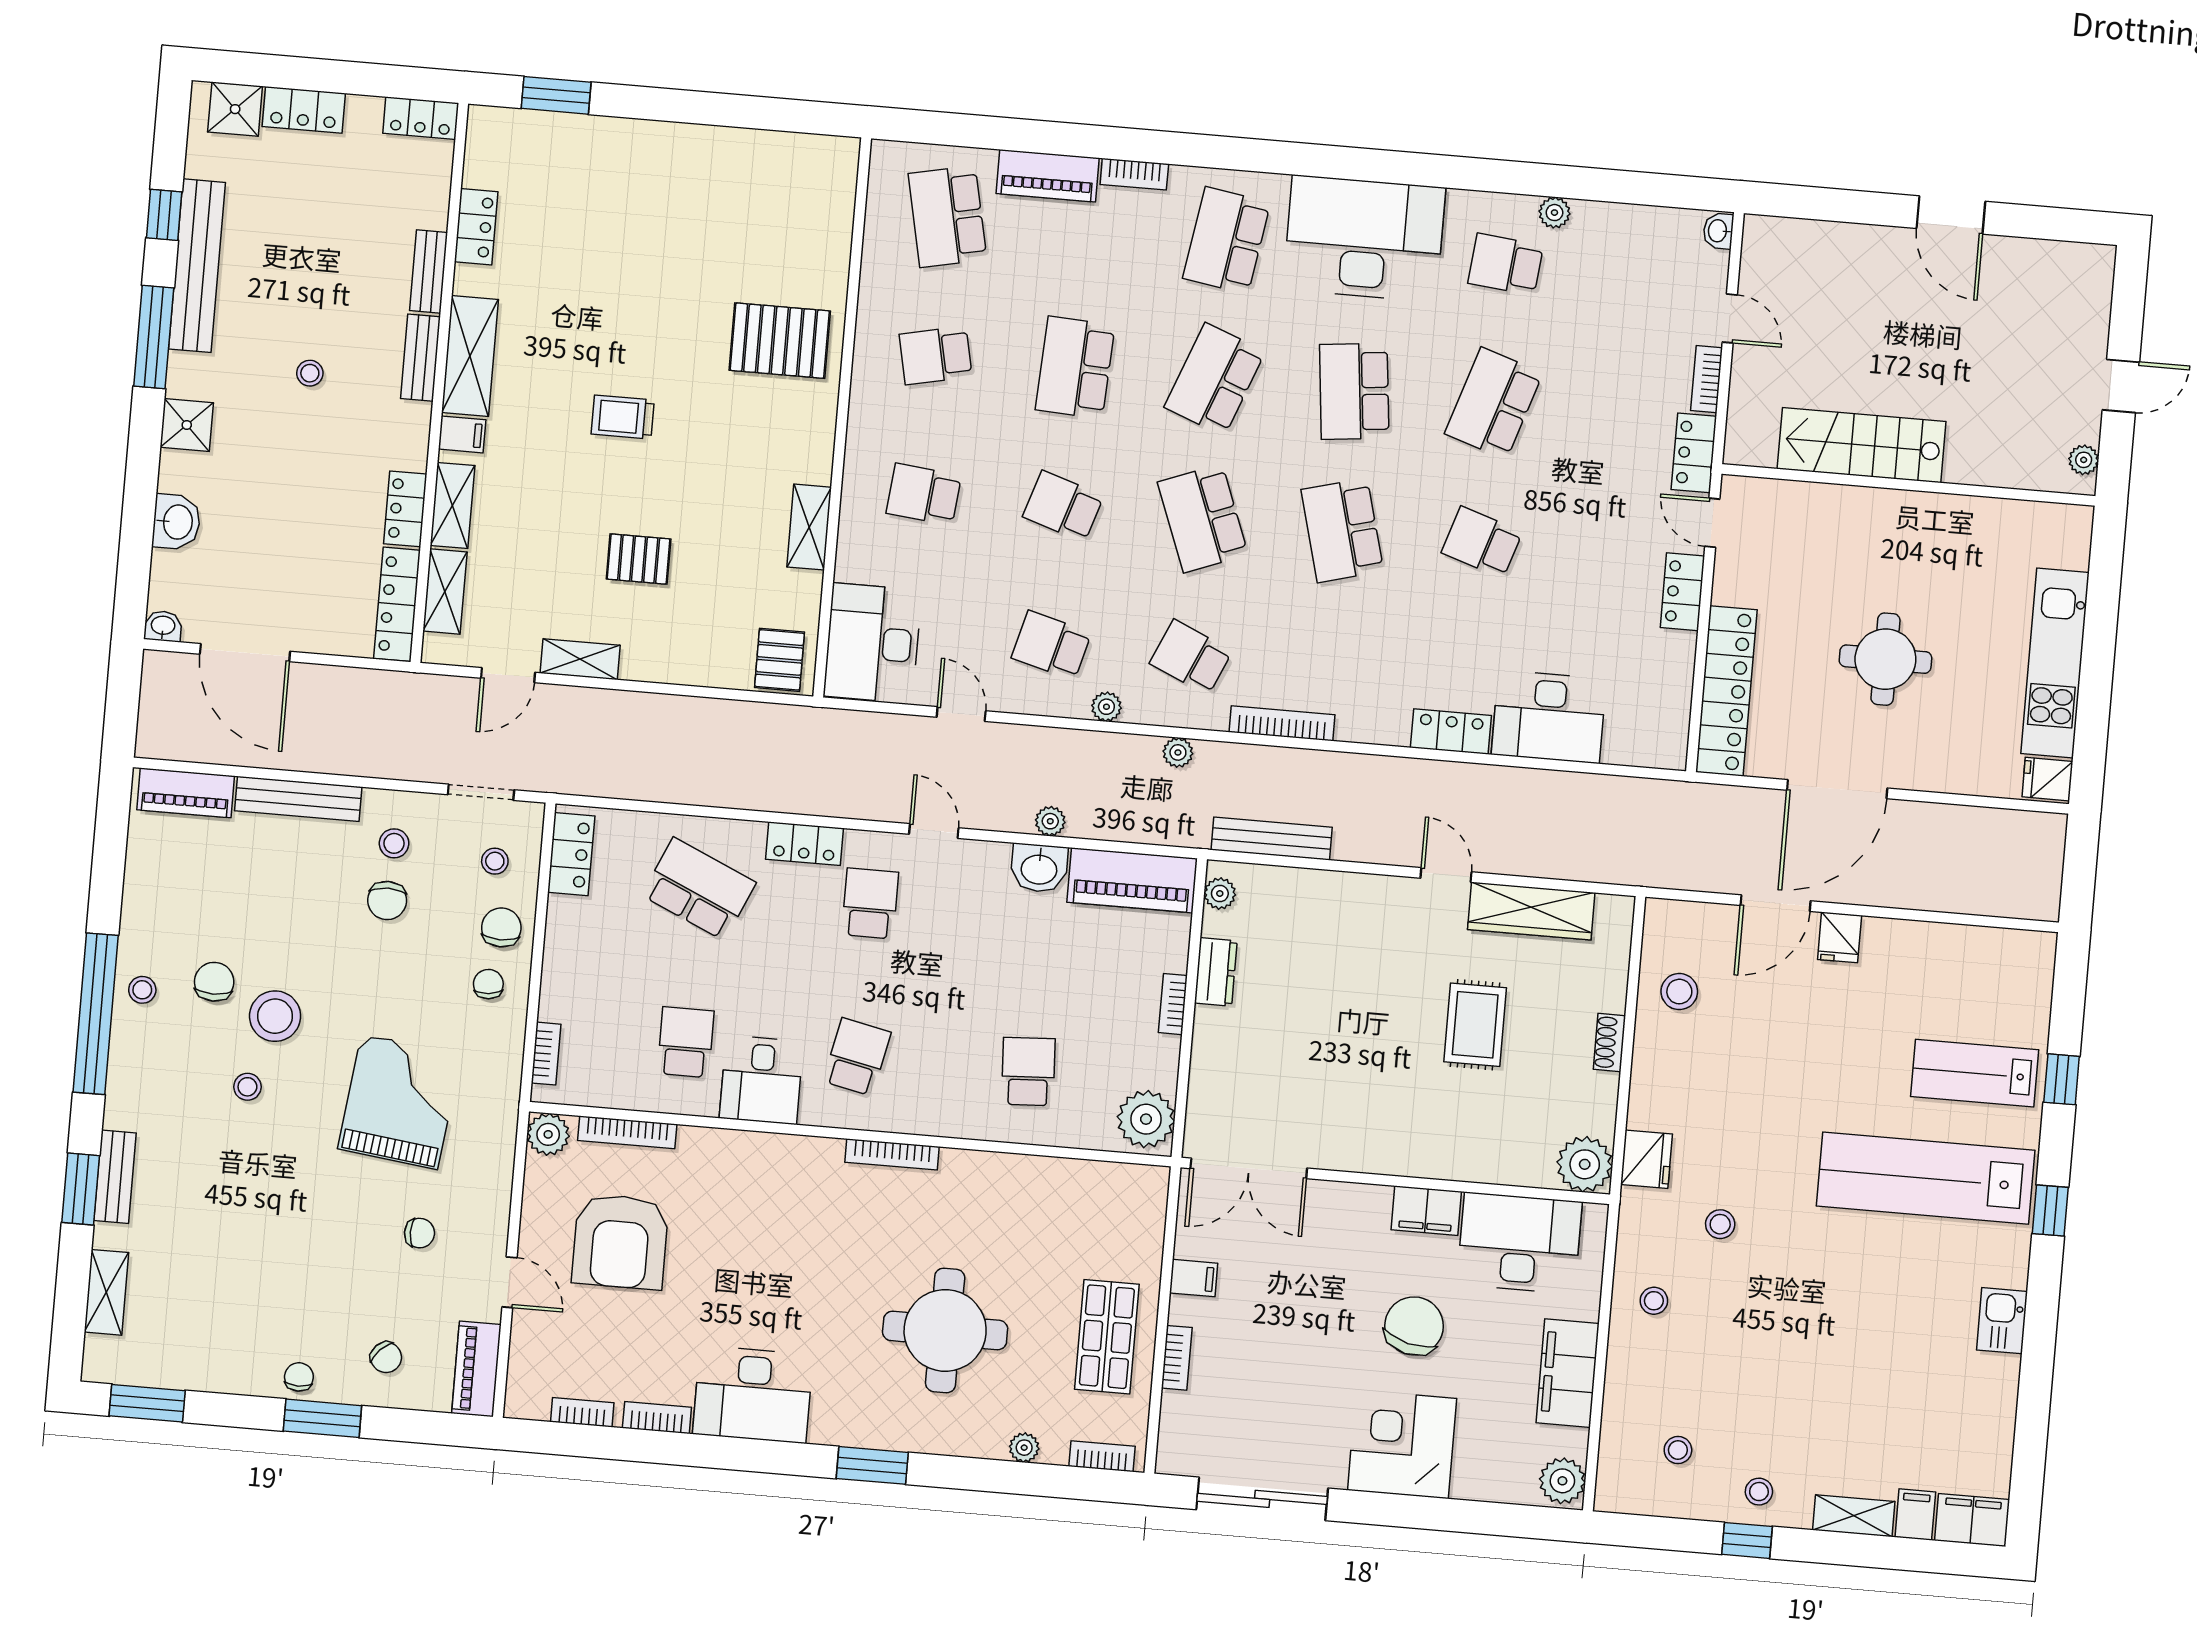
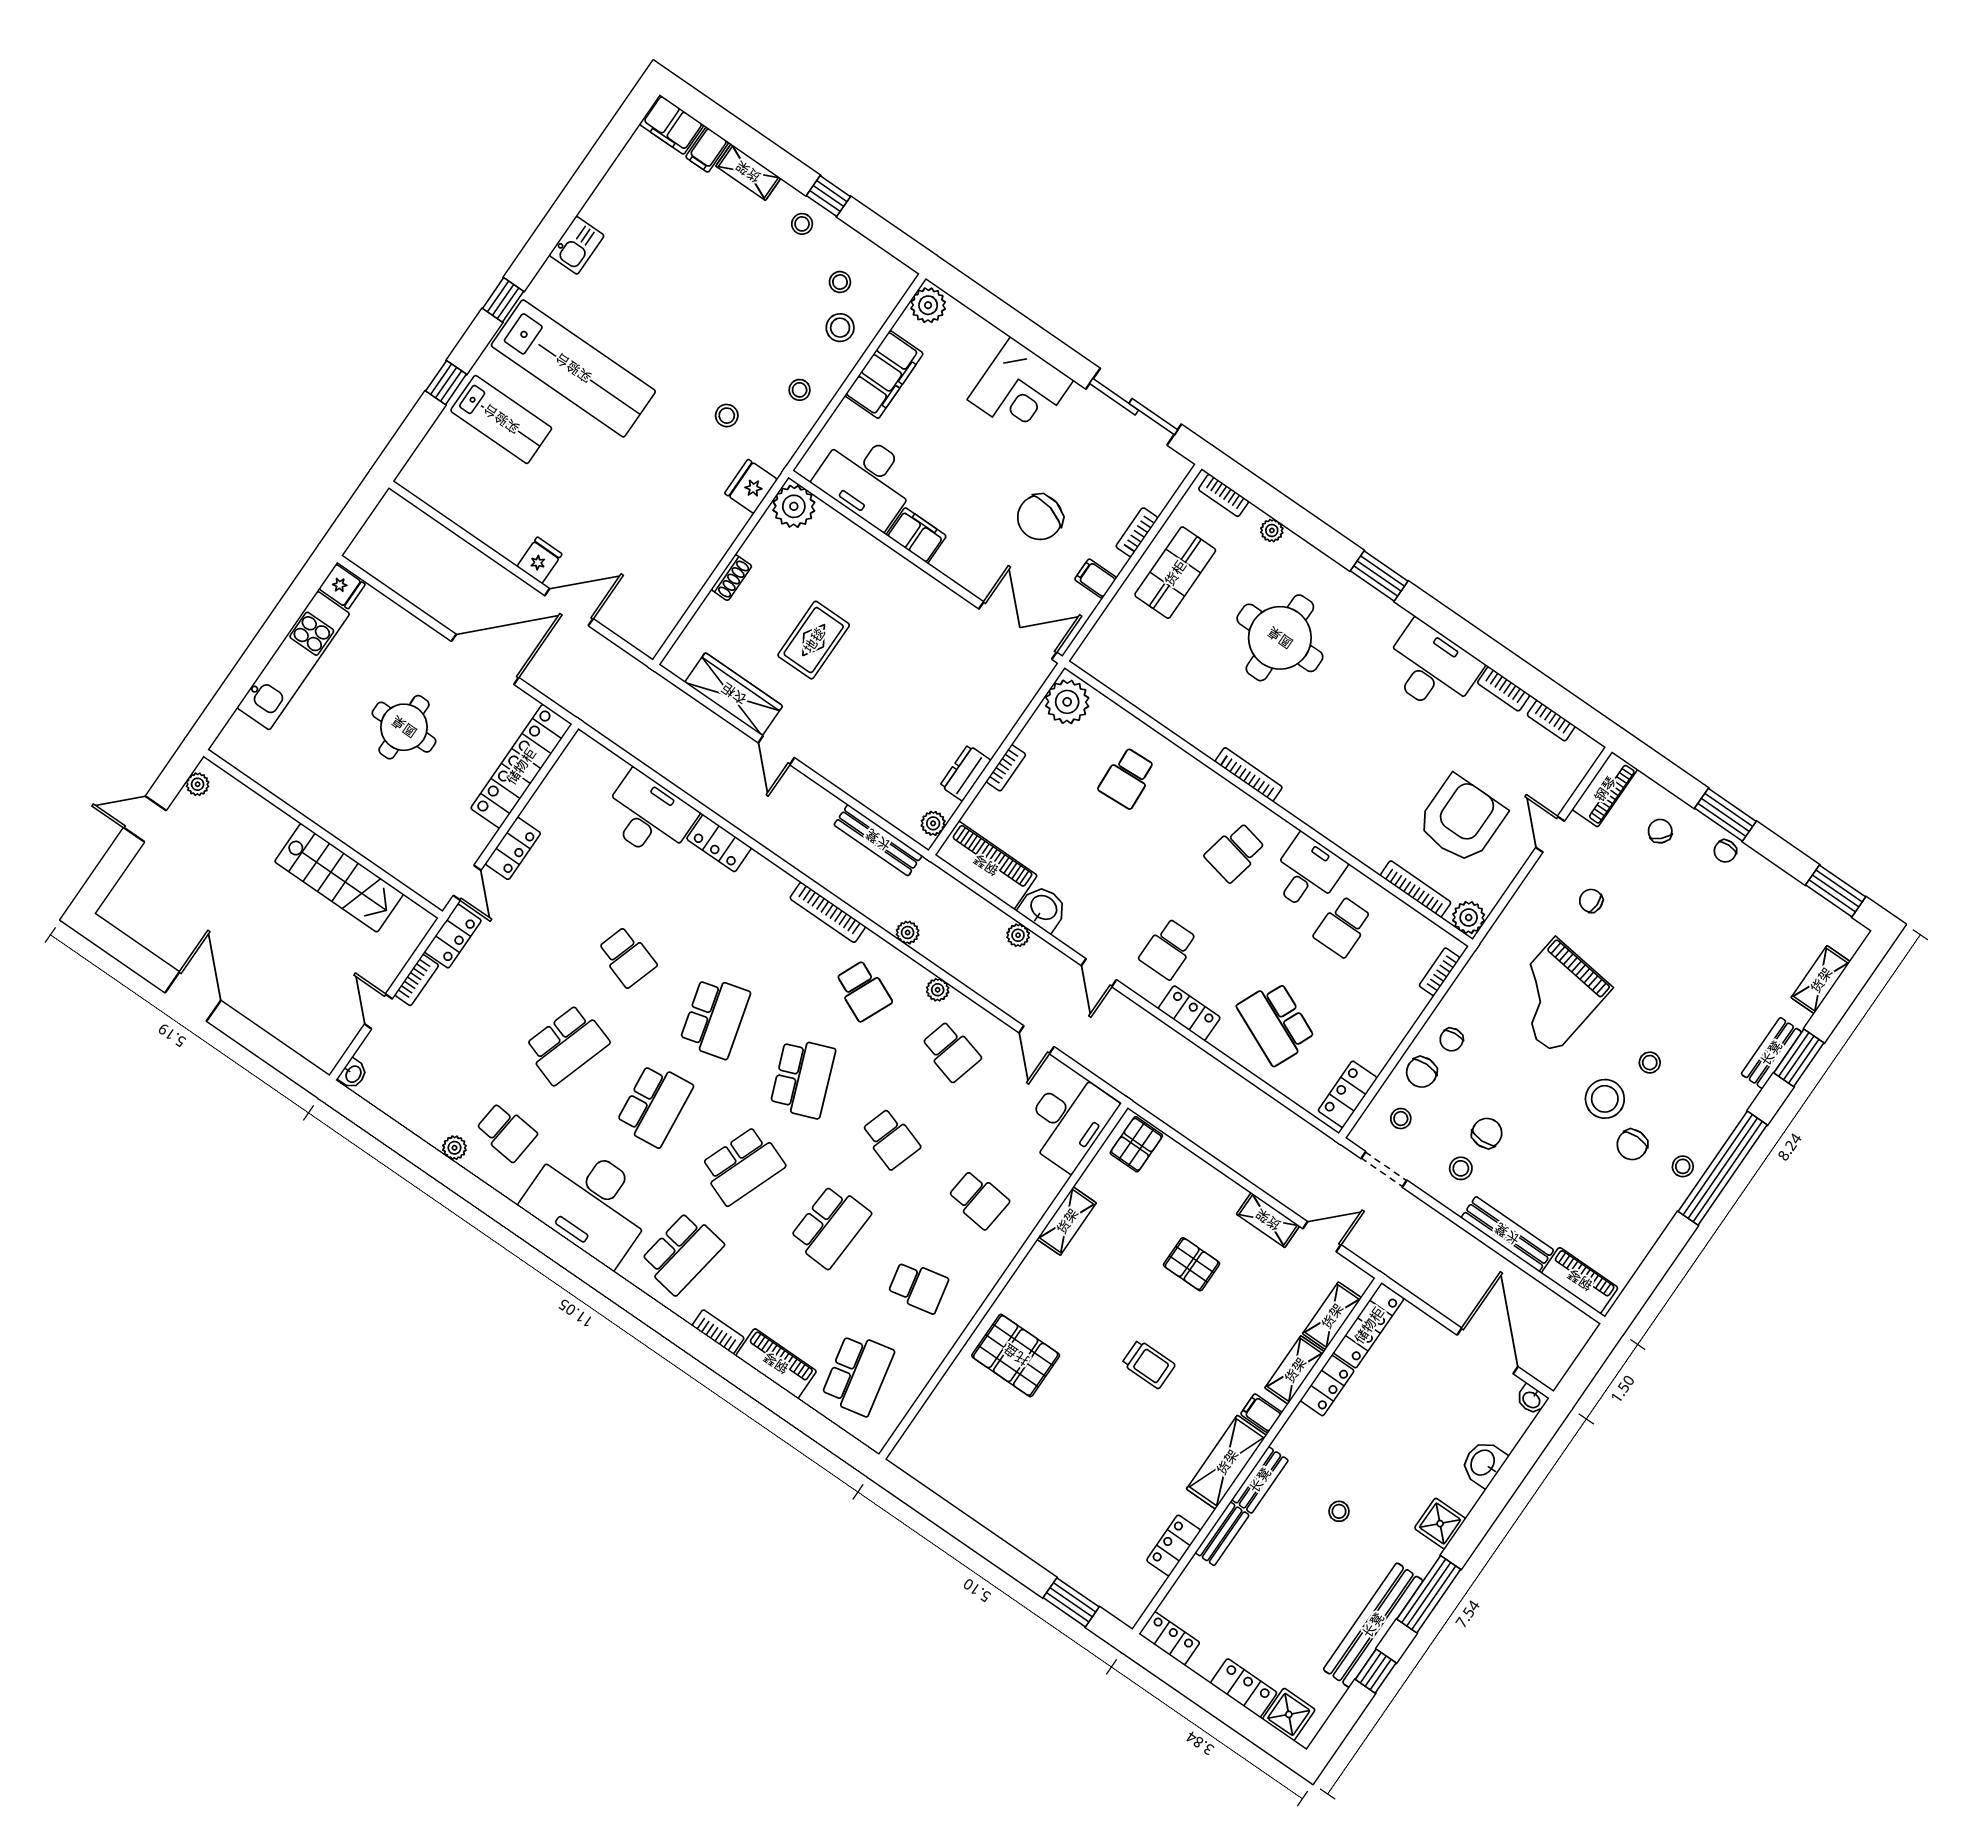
stool: (1679, 992) -> (840, 328), moved
chair: (1414, 1326) -> (1040, 517), moved

